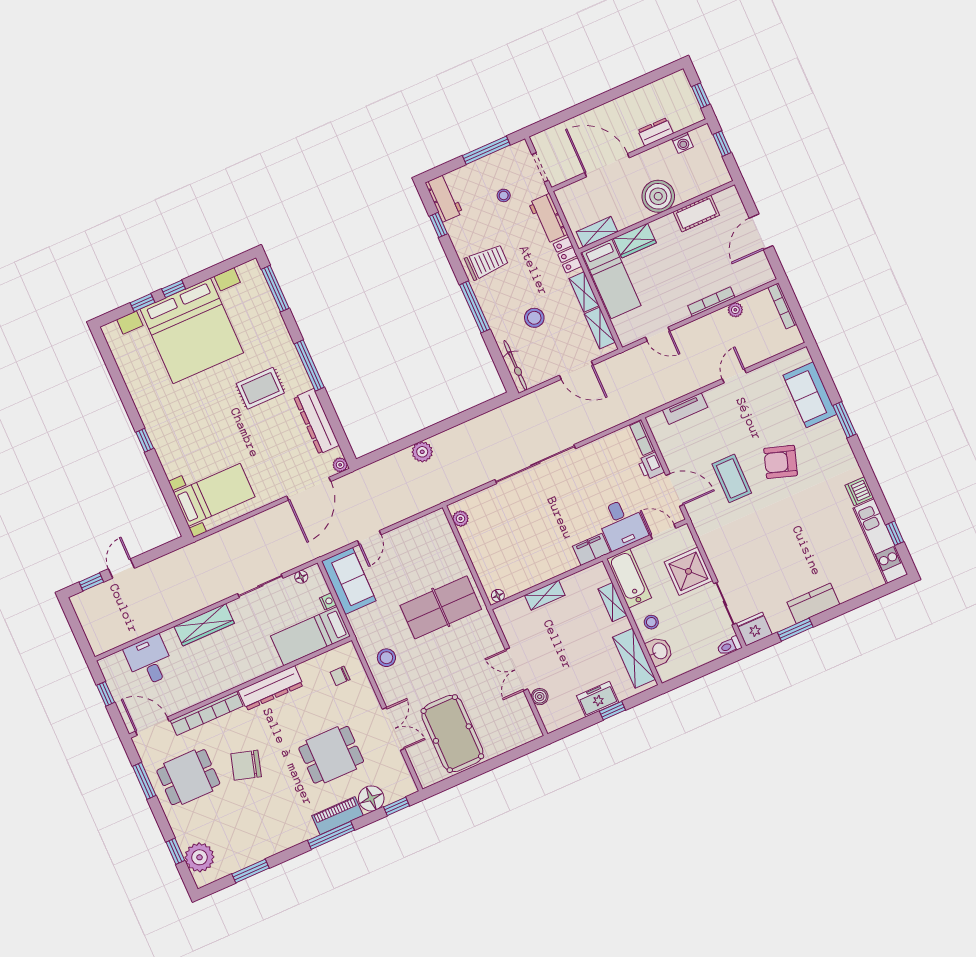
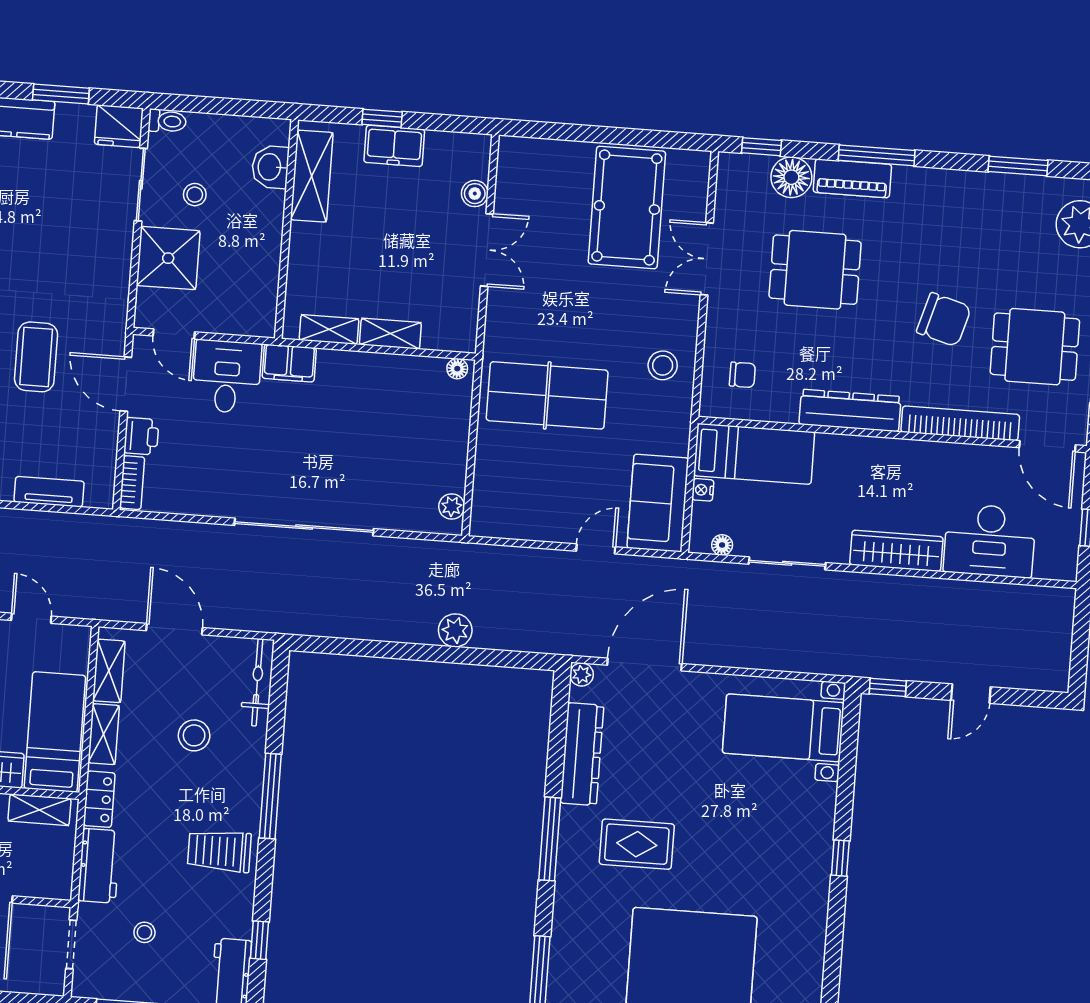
bathtub: (629, 578) -> (258, 293), removed
window: (91, 582) -> (888, 687), moved
shelving: (612, 602) -> (329, 329), moved, turned 90
stool: (651, 622) -> (195, 195), moved
desk: (149, 661) -> (990, 541), width x1.37

